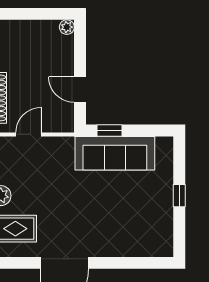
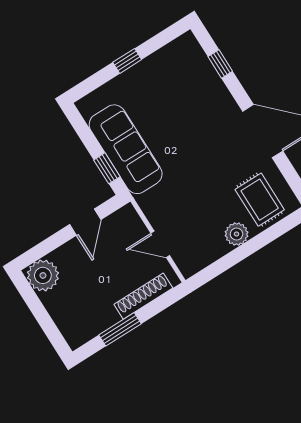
plant: (67, 27) -> (43, 275), width x1.88, depth x1.88
window: (134, 263) -> (220, 64), added

